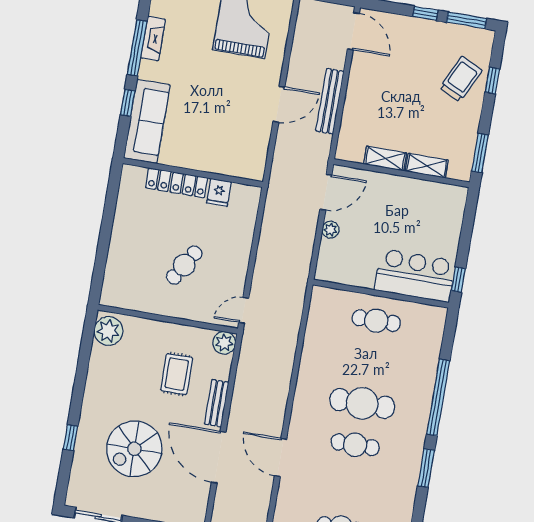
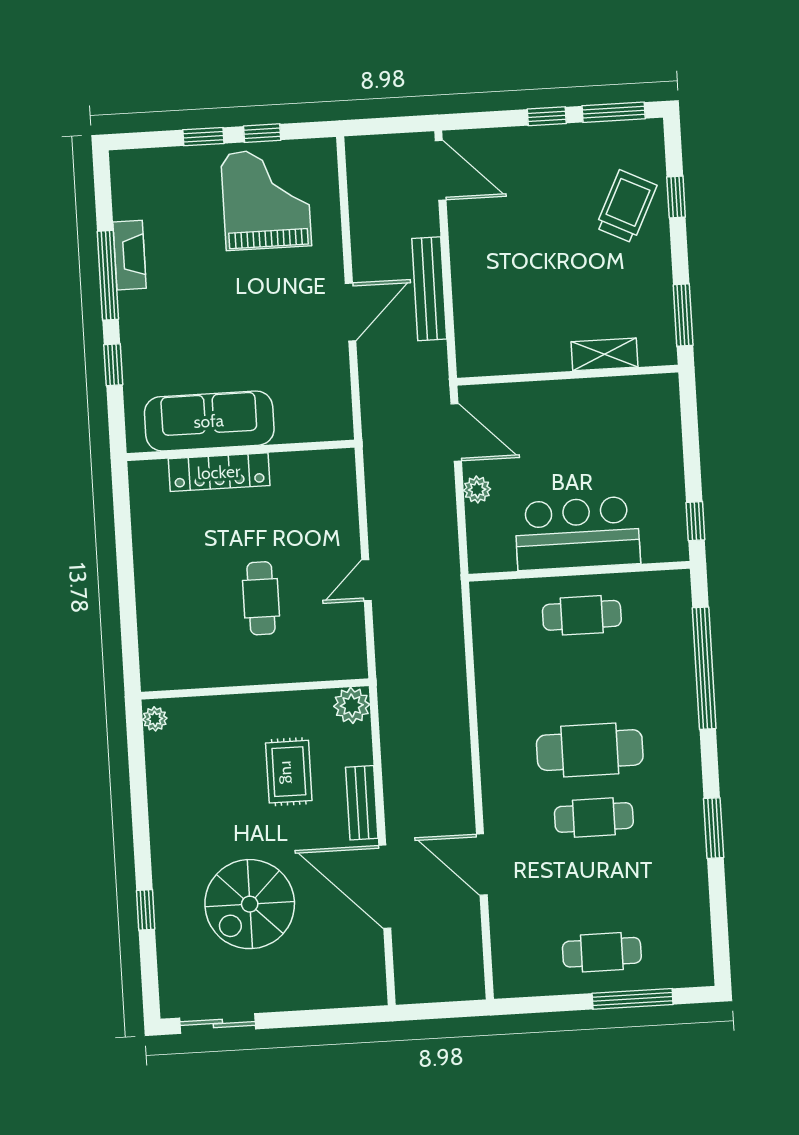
sofa: (147, 121) -> (209, 421), moved, turned -90
shelving: (385, 159) -> (537, 358), removed
fridge: (219, 192) -> (289, 472), removed
door: (326, 192) -> (456, 432), hinge flipped
cafe table: (184, 265) -> (261, 598), turned -32
bar counter: (415, 275) -> (577, 533), moved
door: (244, 310) -> (367, 580), moved
plant: (108, 331) -> (155, 719), width x0.53, depth x0.53
window: (438, 397) -> (704, 668), moved

